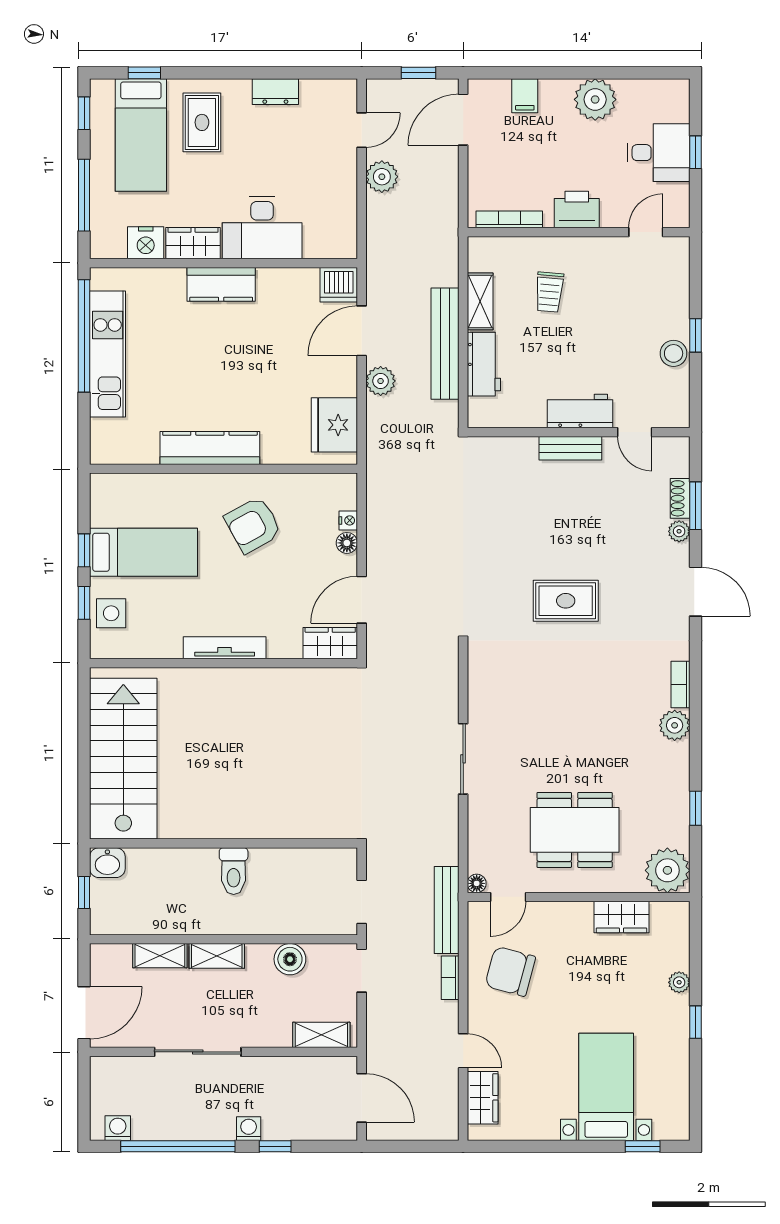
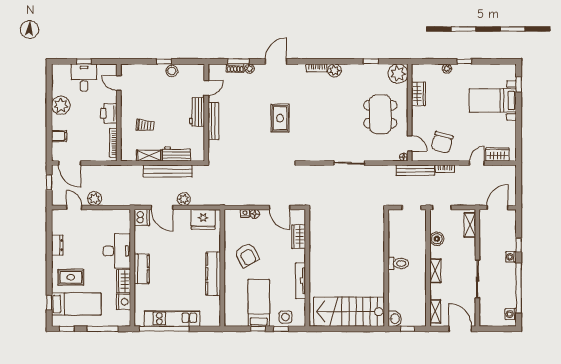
bench: (570, 448) -> (213, 121), width x1.36
wardrobe: (330, 643) -> (299, 236), moved
tv unit: (225, 648) -> (301, 281), moved
shelving: (160, 956) -> (435, 311), moved

